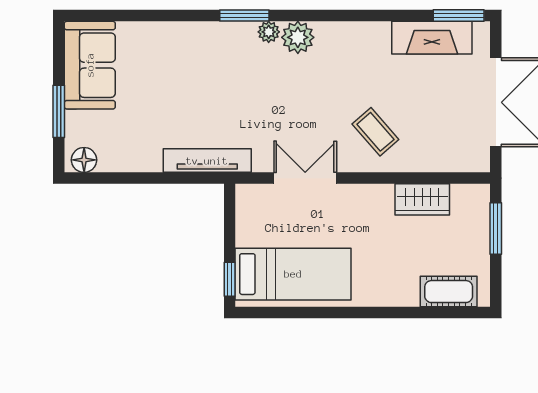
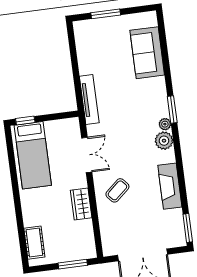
fireplace: (432, 38) -> (170, 186), moved
sofa: (90, 65) -> (147, 53), moved, turned 90
floor lamp: (84, 160) -> (81, 31), removed
wardrobe: (422, 199) -> (81, 204), moved

